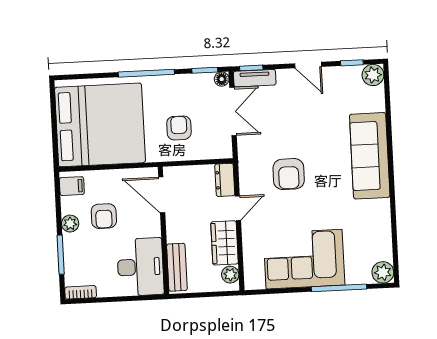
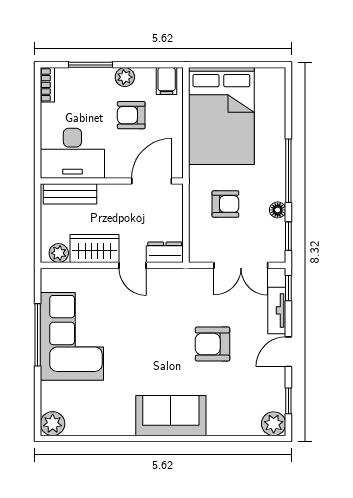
tv unit: (255, 78) -> (277, 310), moved
floor lamp: (222, 79) -> (278, 210), moved
bed: (100, 125) -> (221, 116), width x0.73
sofa: (370, 156) -> (171, 416), width x0.73
armchair: (289, 174) -> (213, 344), moved
window: (339, 288) -> (38, 335), moved

